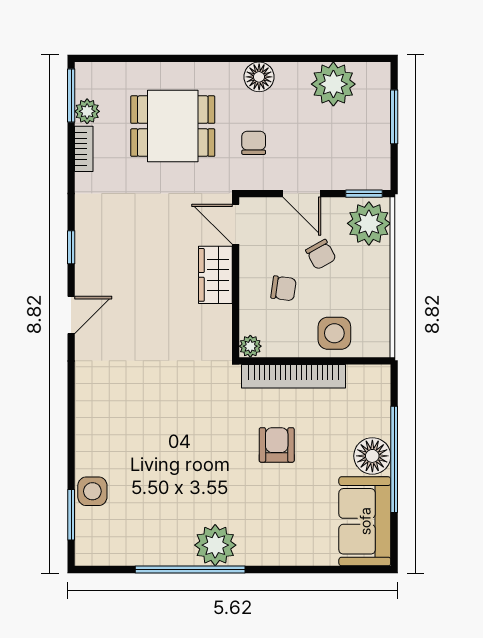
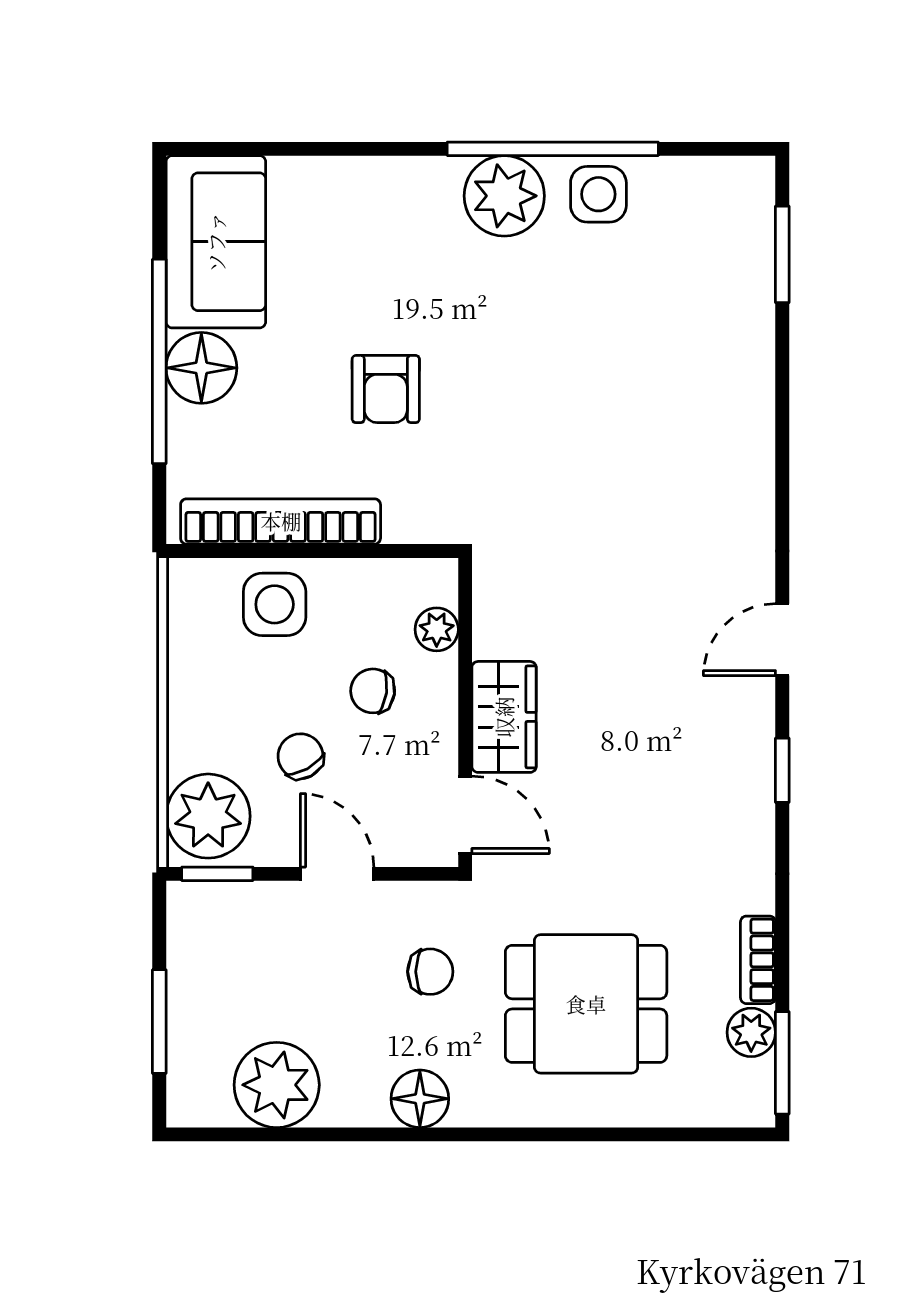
chair: (254, 143) -> (430, 972), turned -90
plant: (250, 346) -> (437, 629), moved
bookcase: (293, 376) -> (281, 521), moved
side table: (92, 491) -> (598, 194), moved

